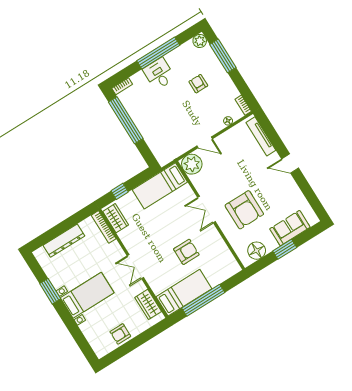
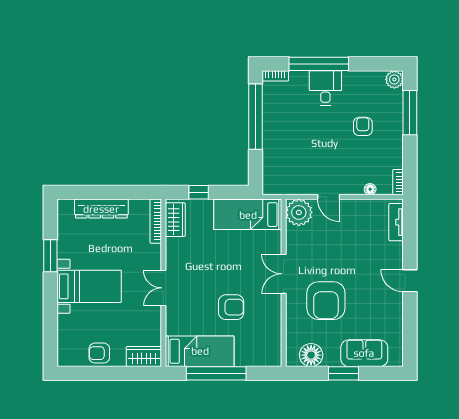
window: (158, 53) -> (319, 64), moved
tv unit: (261, 136) -> (396, 222), width x0.71
wardrobe: (148, 304) -> (144, 357), moved, turned 90

